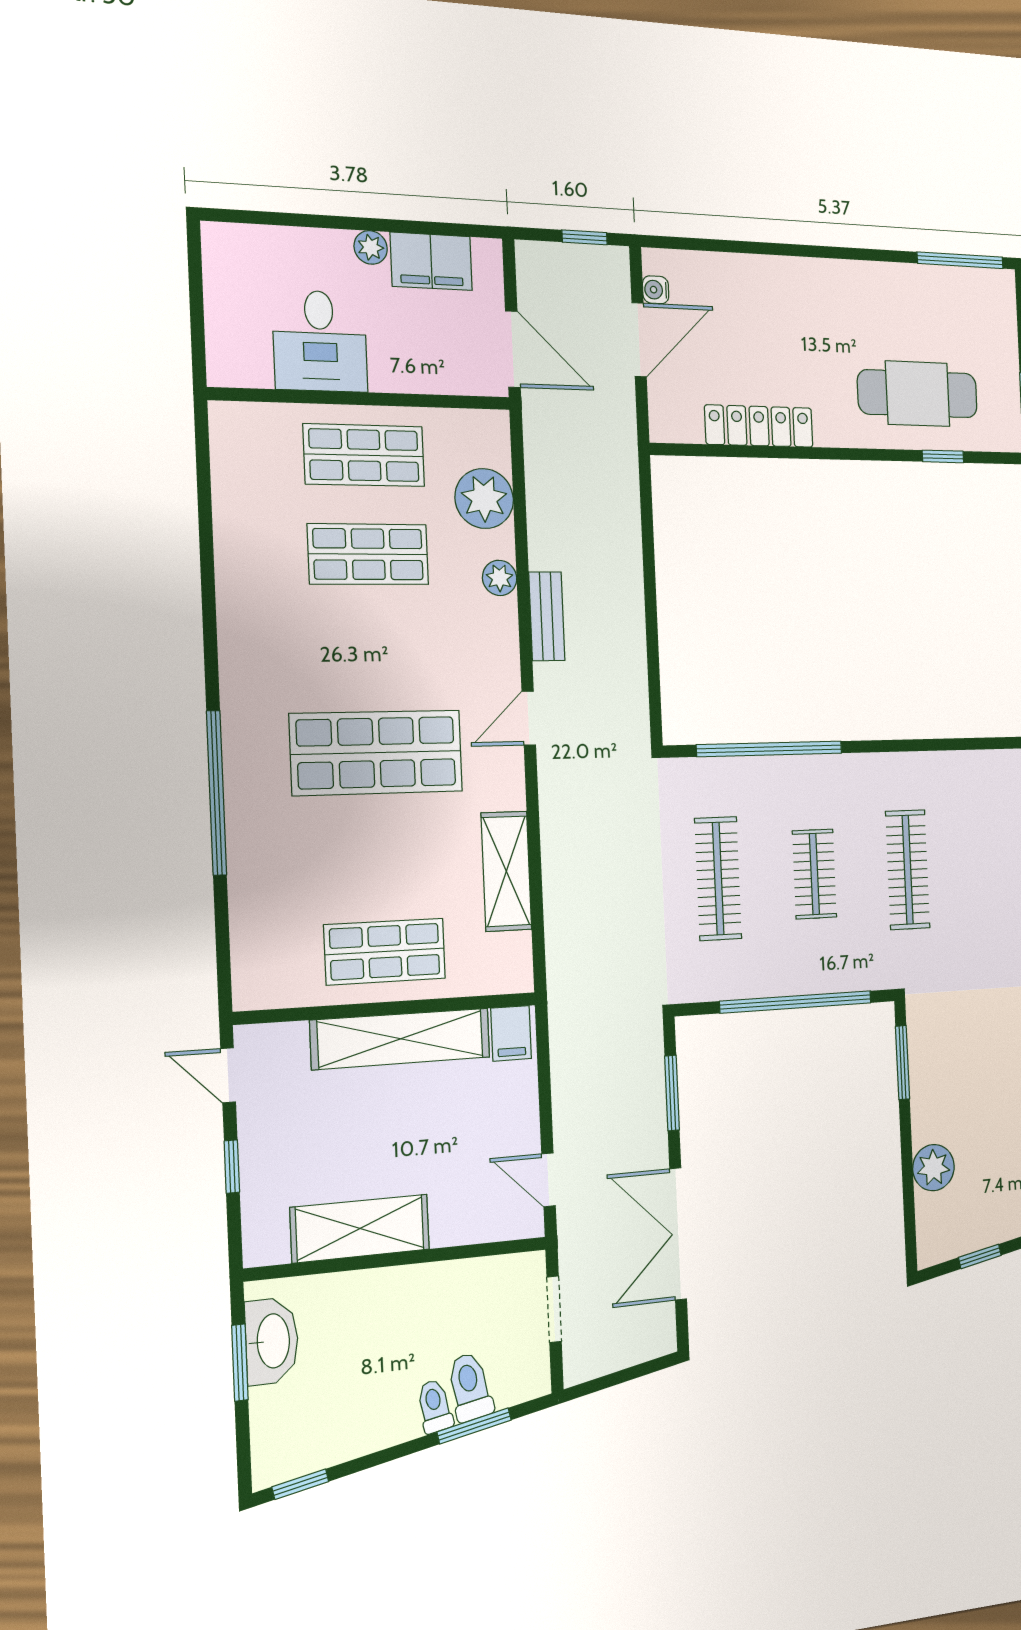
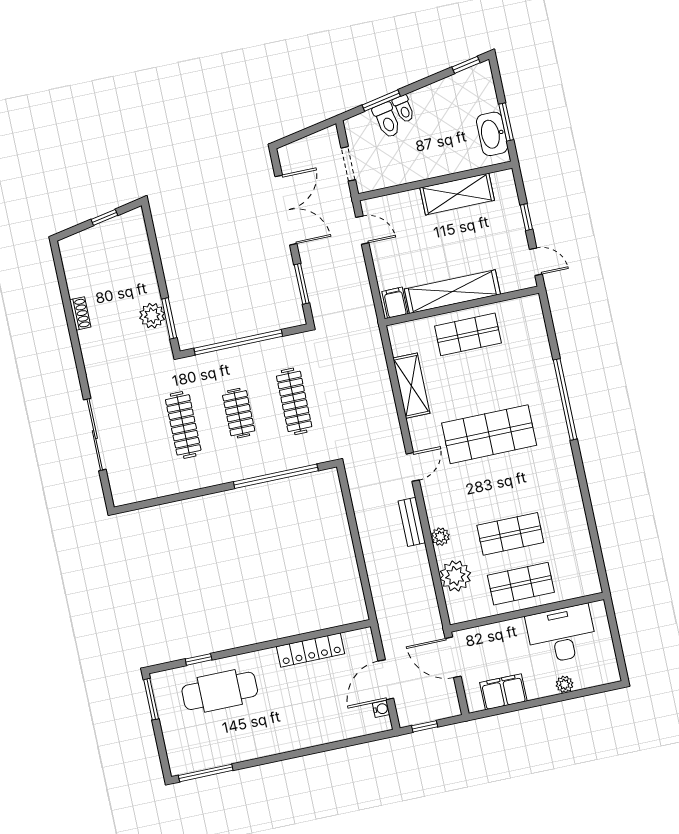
plant: (371, 247) -> (565, 684), moved
desk: (320, 341) -> (561, 634), width x1.37
plant: (933, 1168) -> (152, 316), moved

